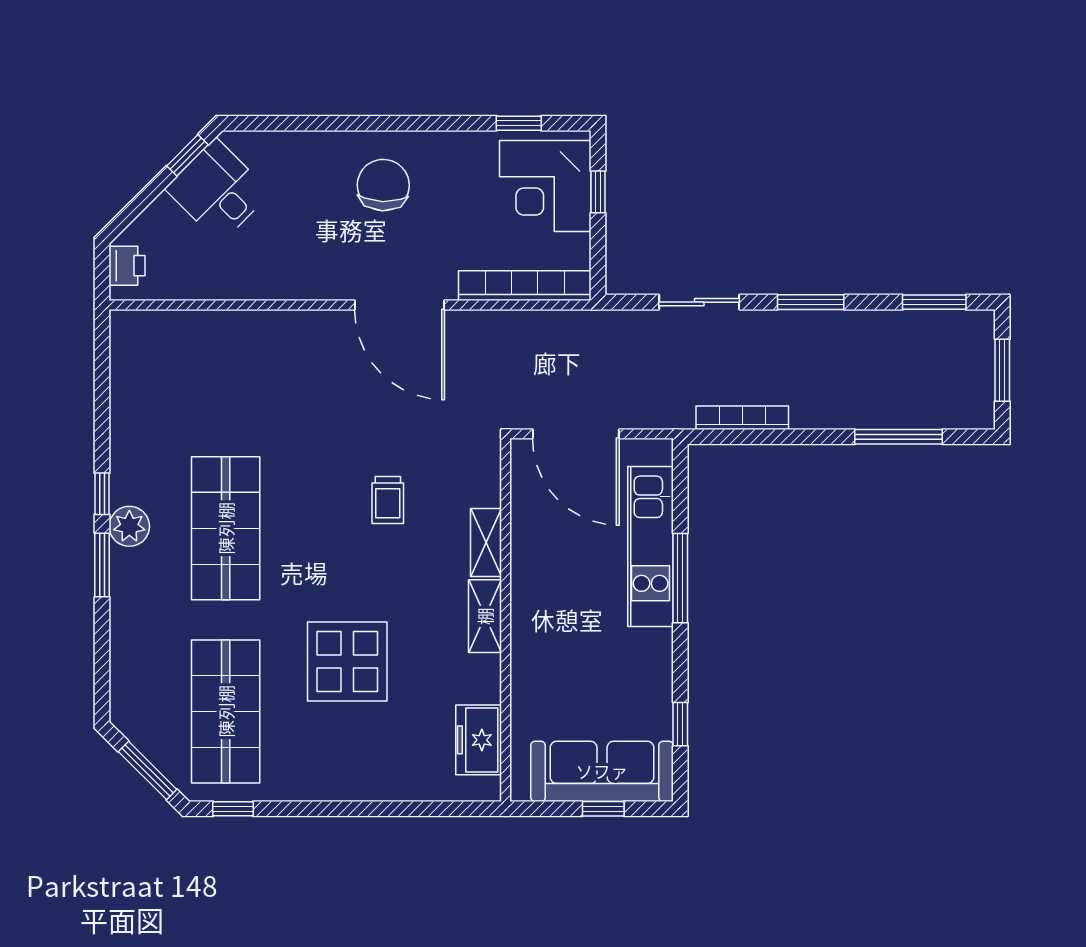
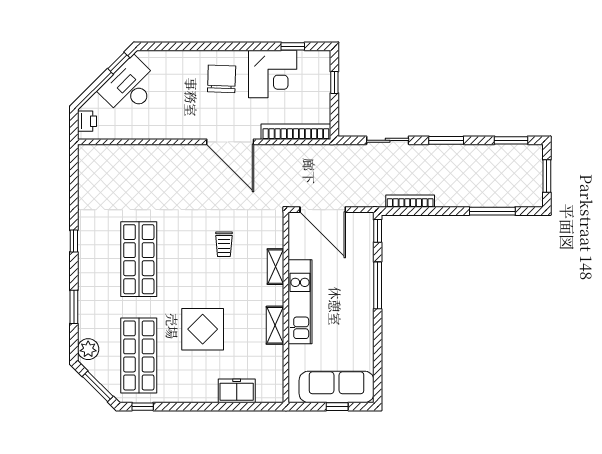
corner desk: (545, 186) -> (273, 74), moved, turned -90
desk: (218, 191) -> (130, 87), width x1.37
plant: (129, 526) -> (88, 349), moved
kitchen unit: (651, 546) -> (300, 302), moved, turned 180
window: (102, 565) -> (74, 307), moved
shelving: (485, 616) -> (275, 325), moved
window: (680, 724) -> (378, 231), moved
freezer: (479, 740) -> (237, 391), moved, turned 90

